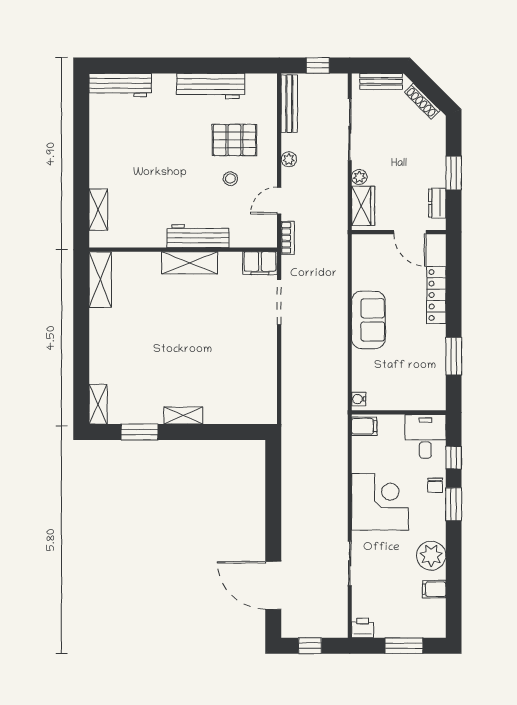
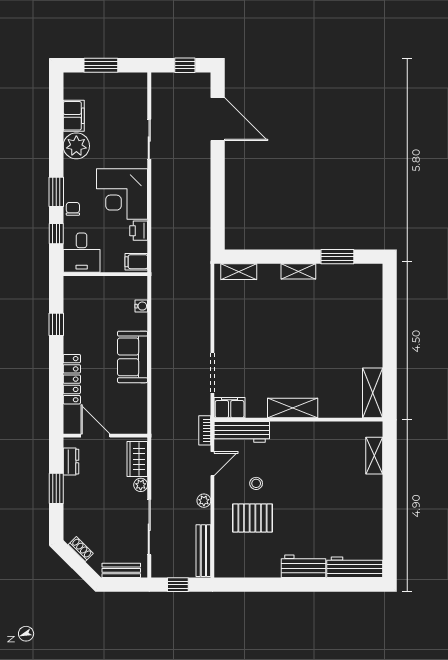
workbench: (211, 86) -> (303, 566), moved, width x0.73
shoe rack: (422, 101) -> (81, 549), width x0.70
workbench: (198, 236) -> (242, 432), moved
window: (454, 356) -> (56, 324), width x0.67
water cooler: (359, 399) -> (141, 306), moved
shelving: (98, 404) -> (239, 272), moved, turned 90
filing cabinet: (434, 589) -> (74, 116), width x2.00
printer: (363, 628) -> (139, 231), moved, turned 90

